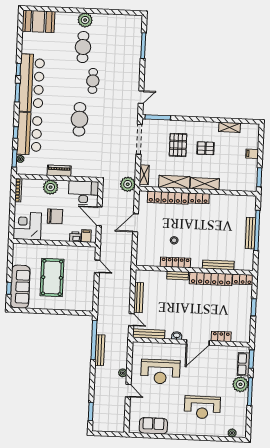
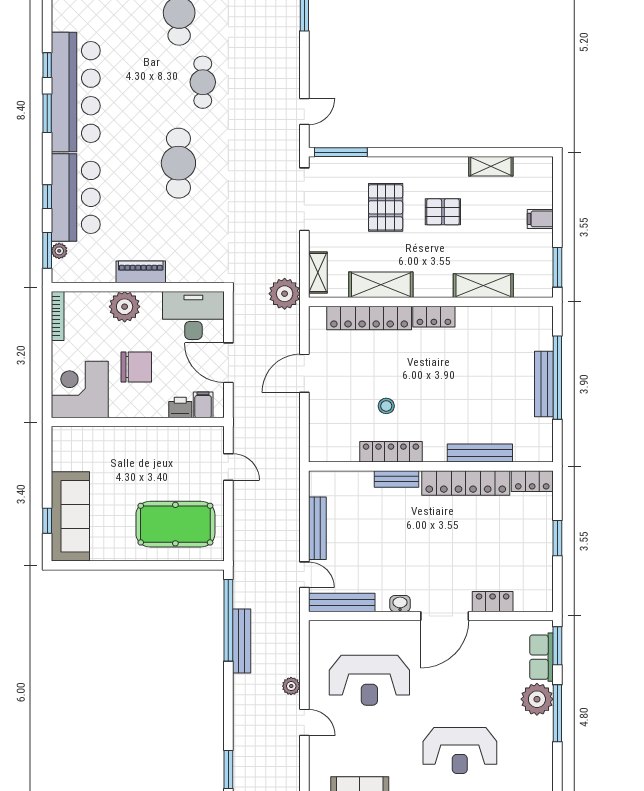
shelving: (205, 184) -> (483, 286), moved
pool table: (52, 277) -> (175, 524), moved, turned 90

